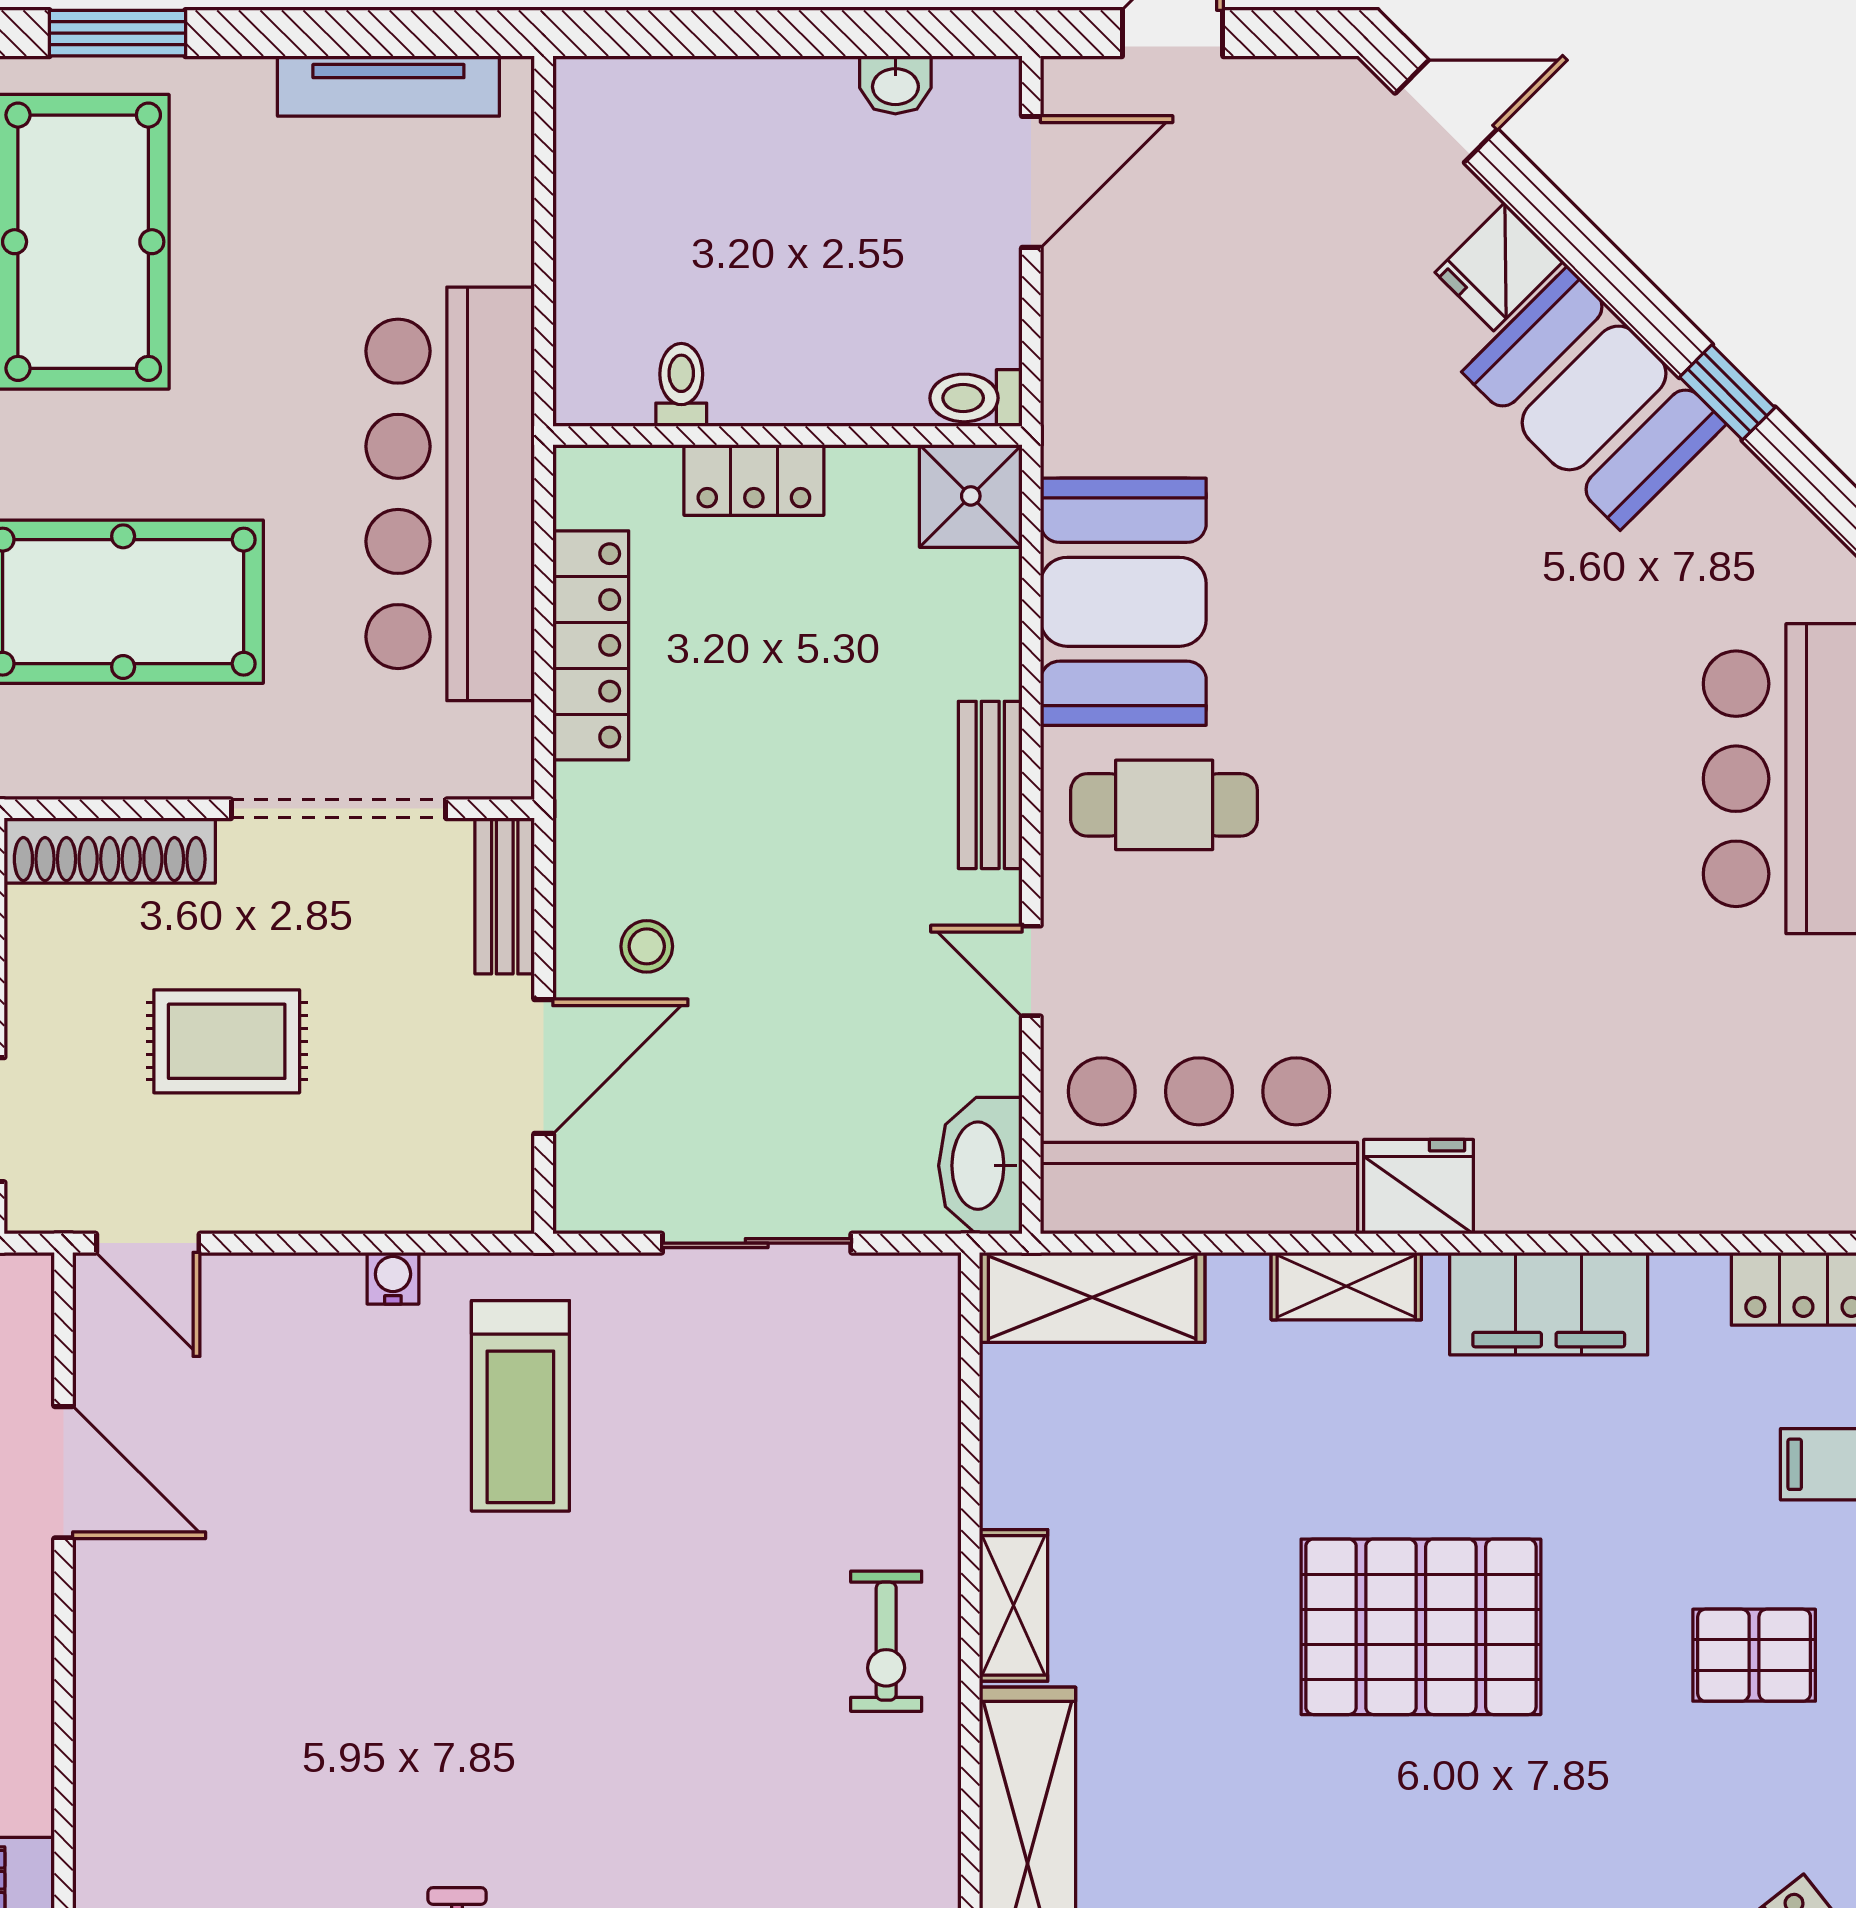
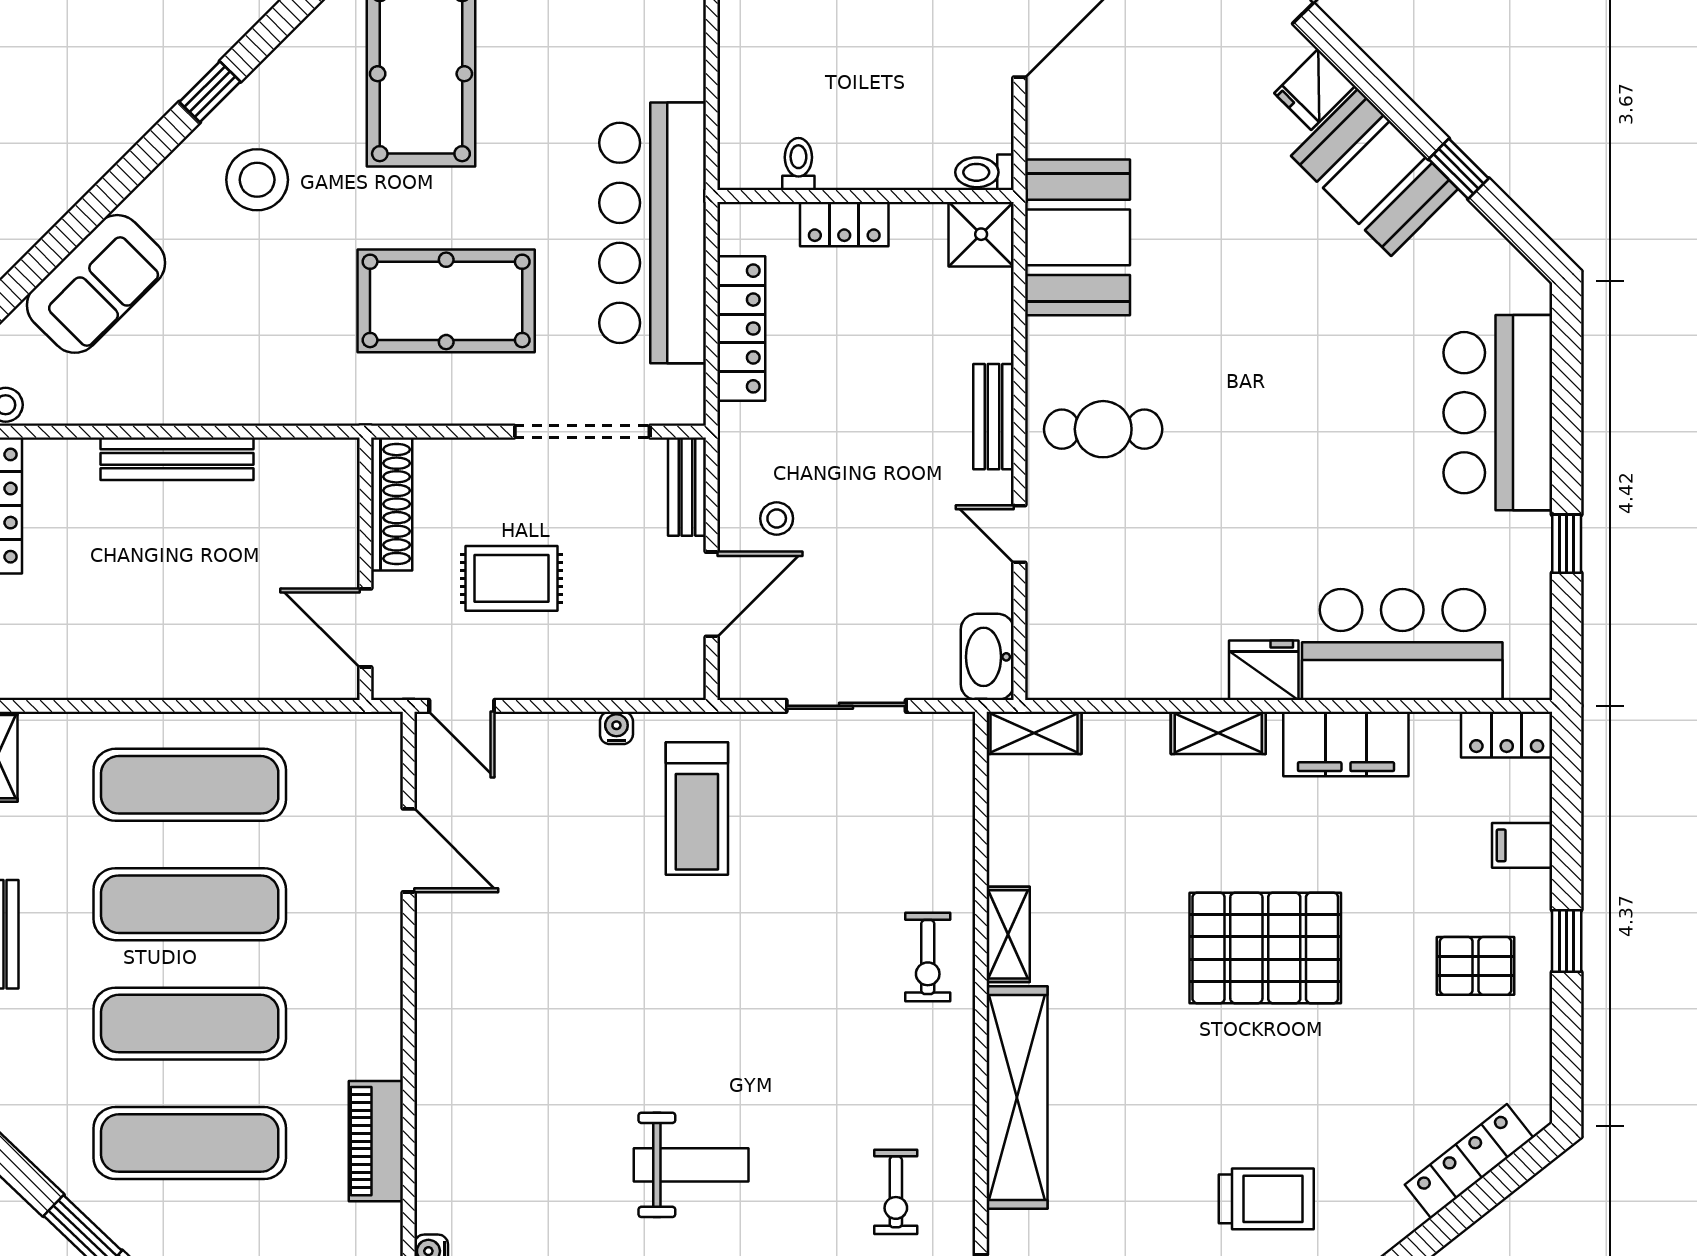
booth: (1123, 602) -> (1077, 237), moved
shoe rack: (110, 851) -> (392, 504), moved, turned -90
bar counter: (1199, 1146) -> (1402, 644), moved
shelving: (1092, 1297) -> (1034, 733), width x0.67, depth x0.75

